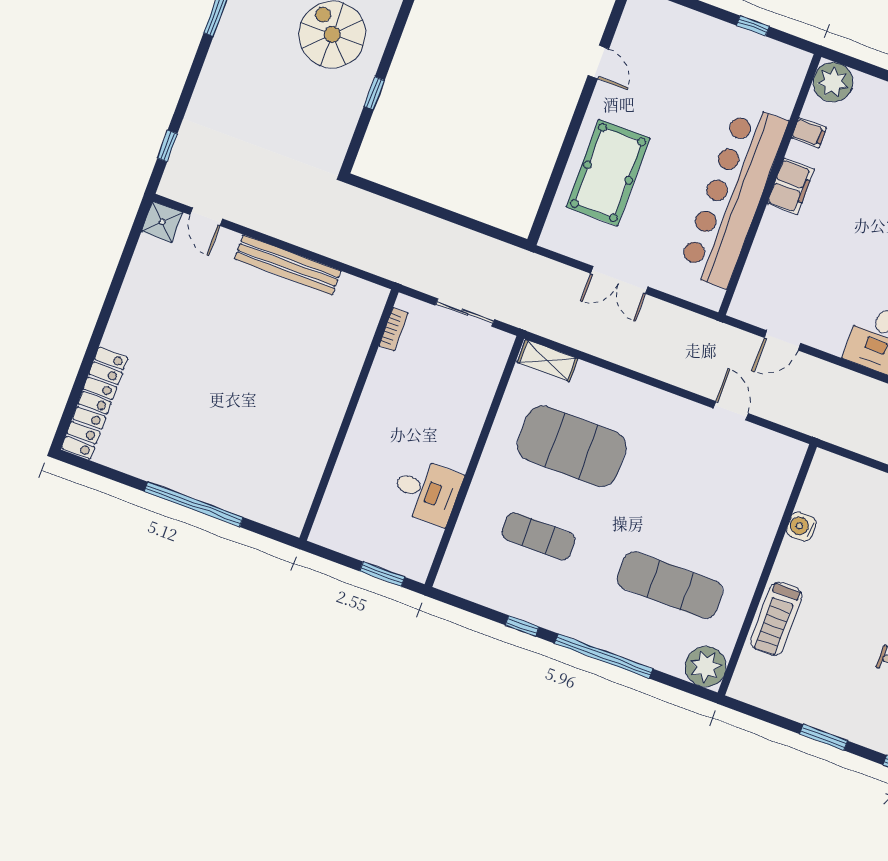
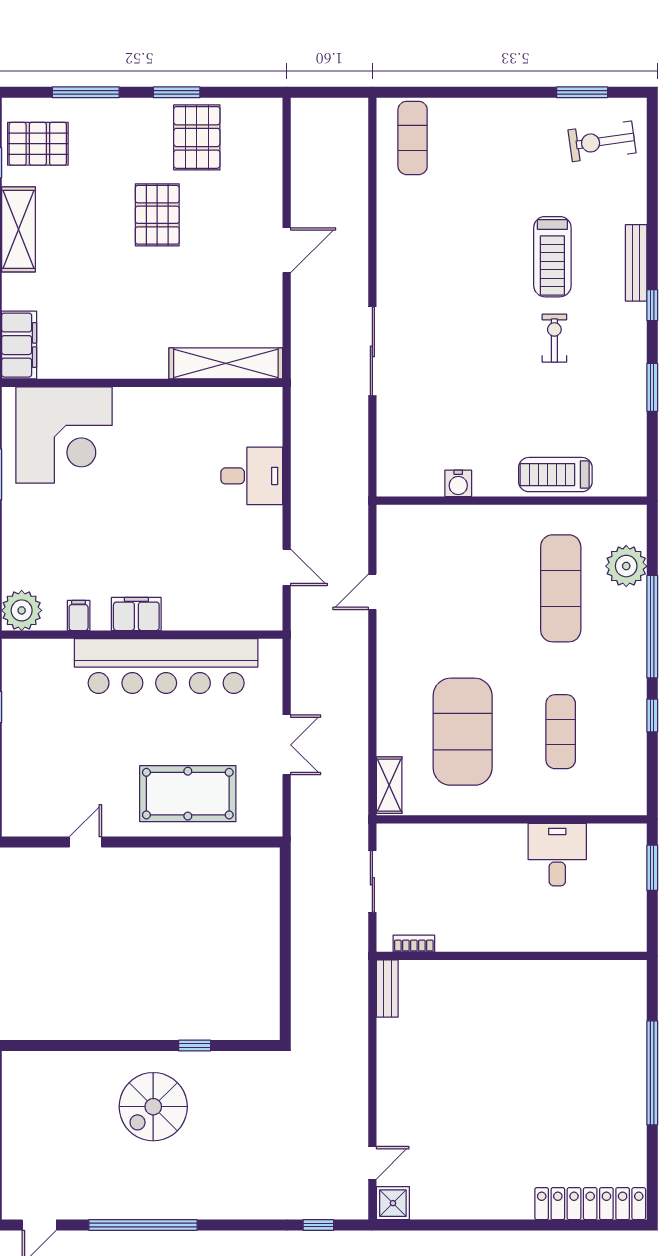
bench: (288, 265) -> (387, 988), moved, width x0.54, depth x0.82
treadmill: (776, 619) -> (555, 475), turned 180
plant: (706, 667) -> (626, 566), moved

